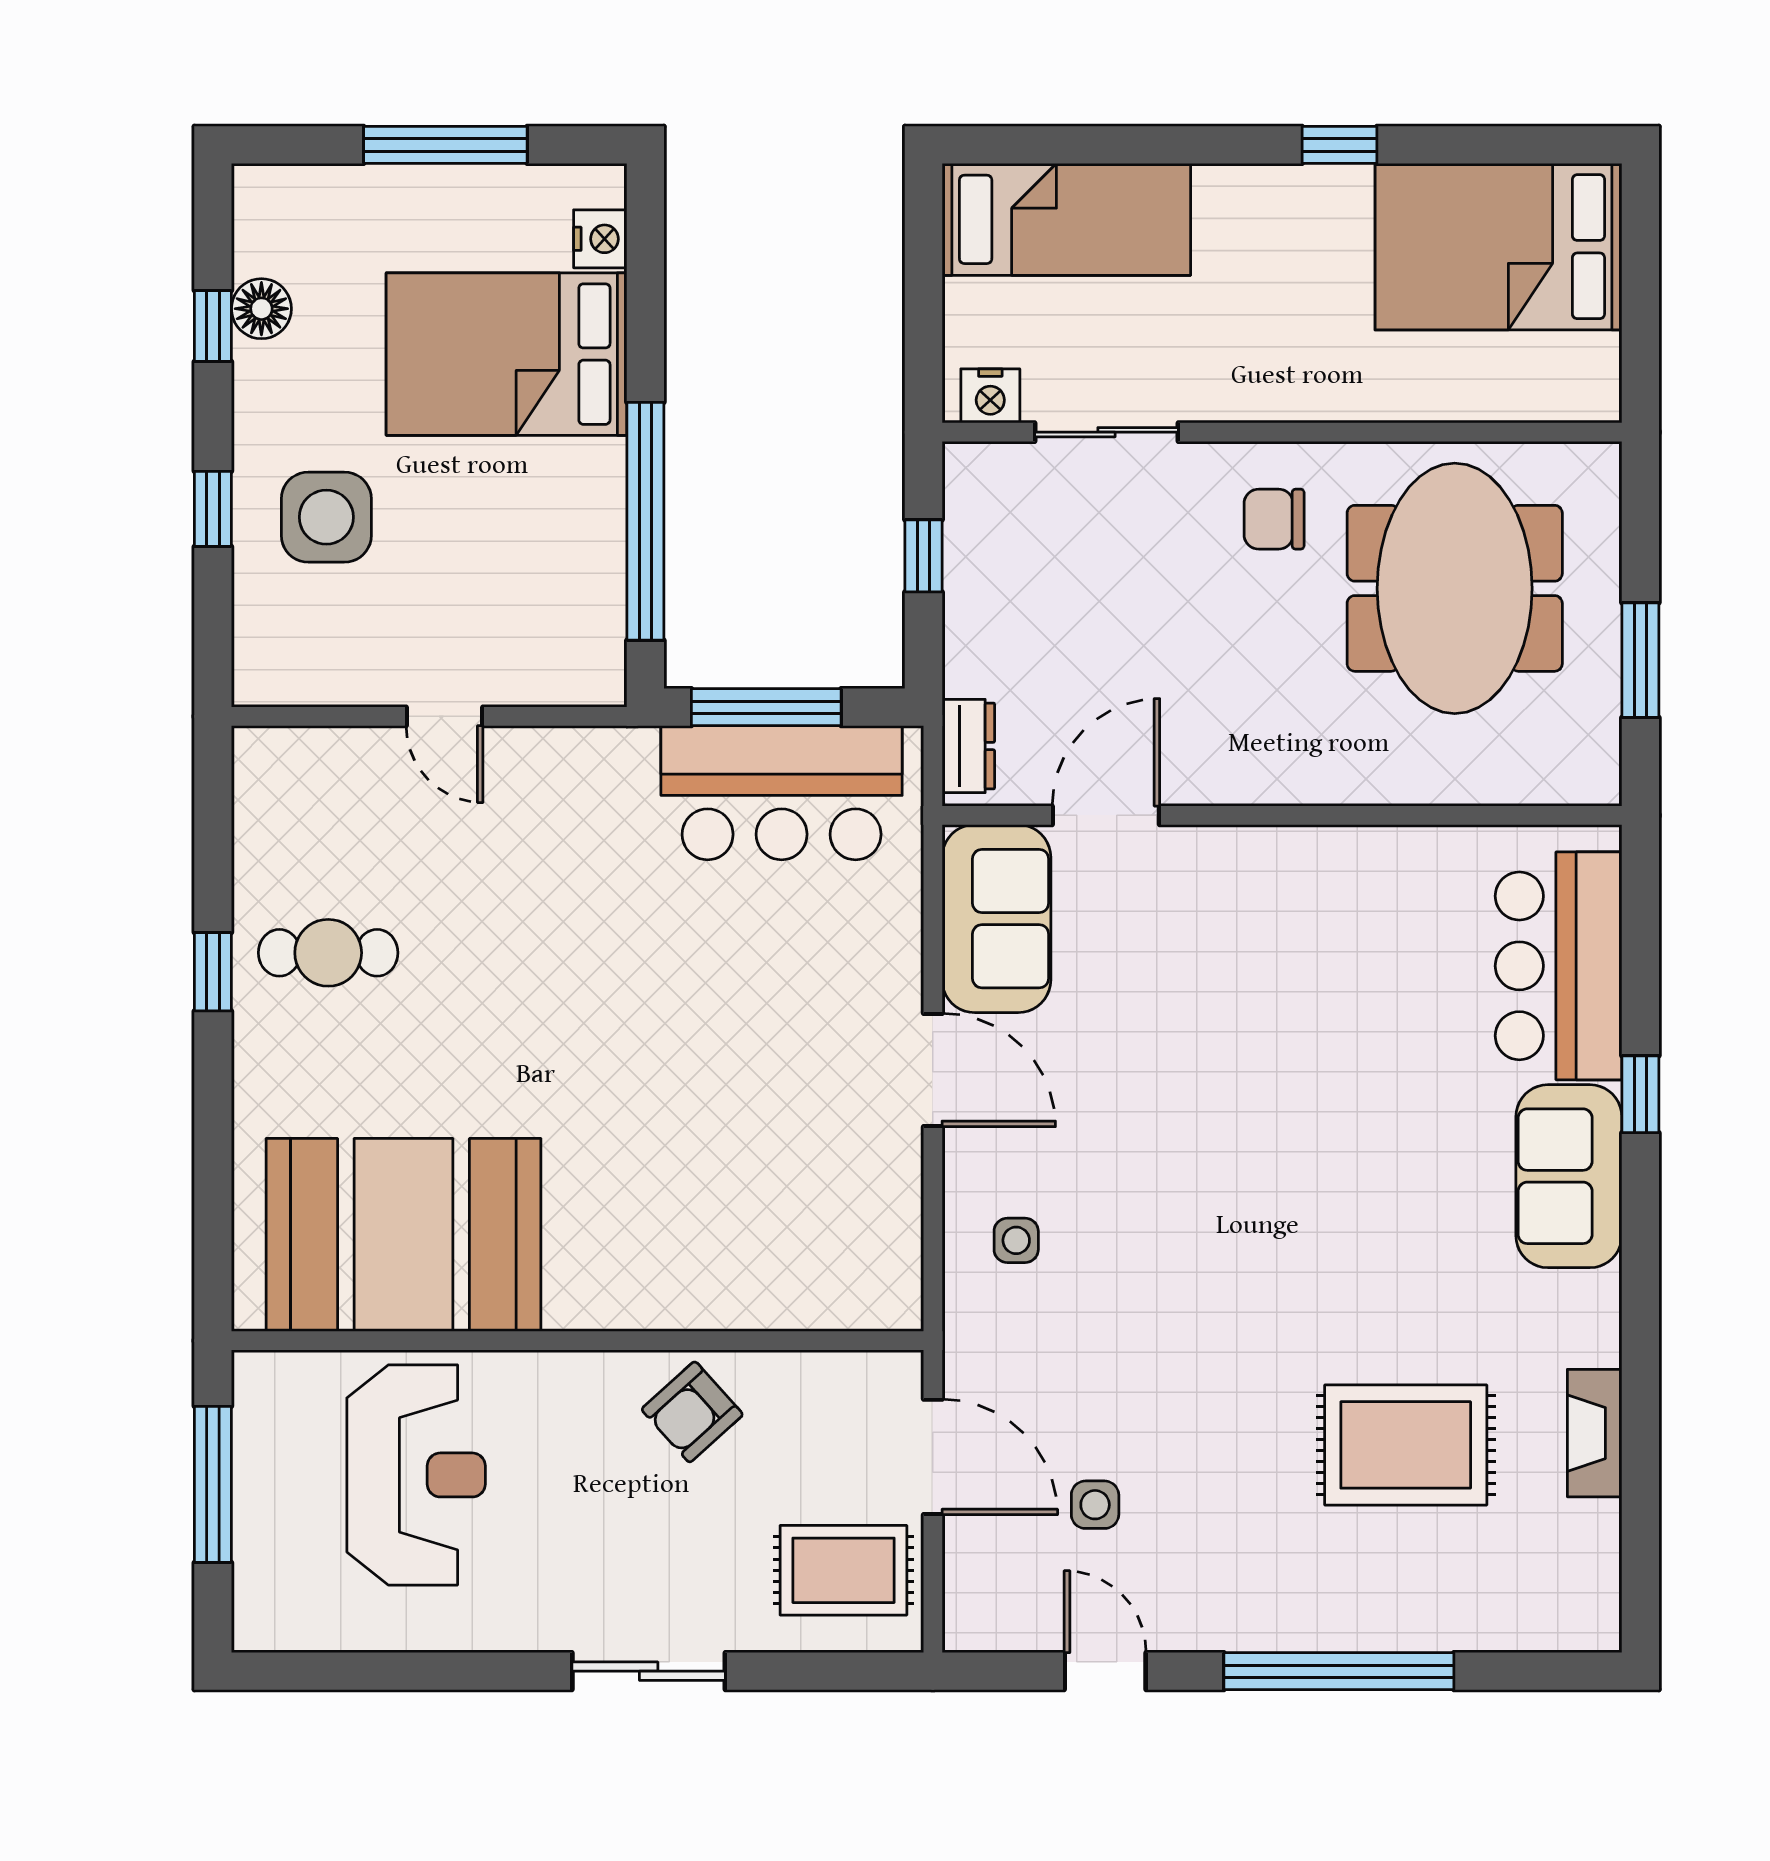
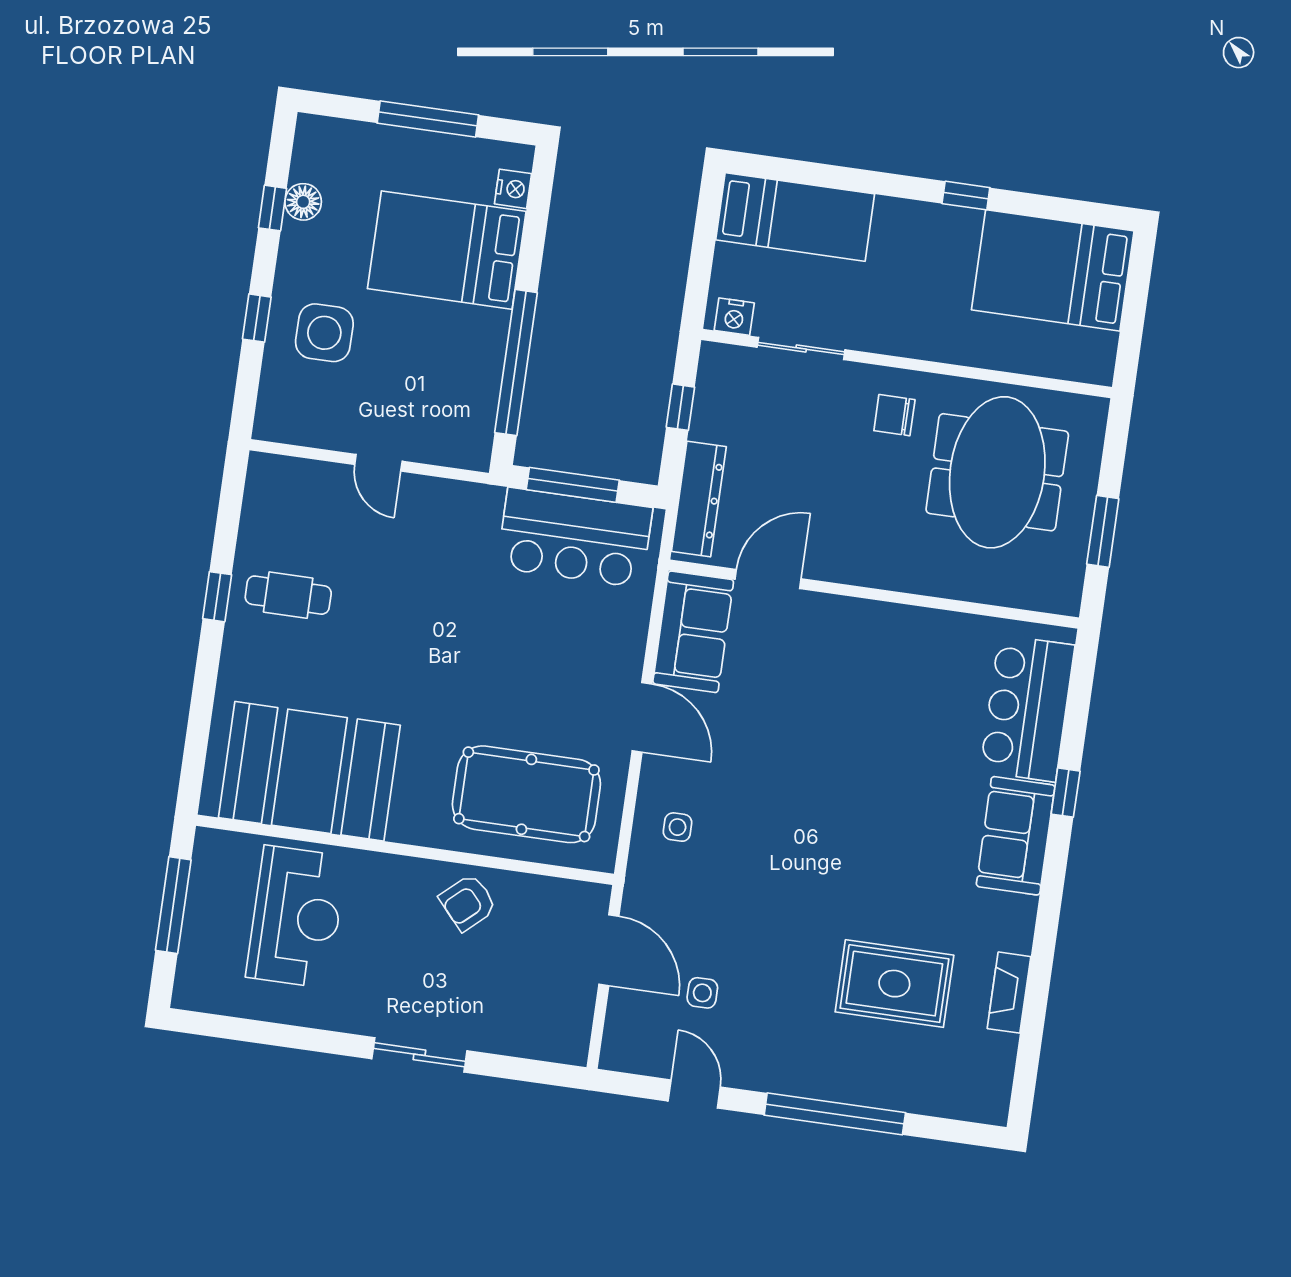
dresser: (968, 746) -> (699, 499), width x1.96, depth x1.24
pool table: (763, 1222) -> (526, 794), added
rug: (843, 1570) -> (545, 1011), removed

